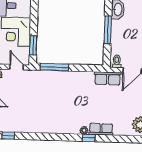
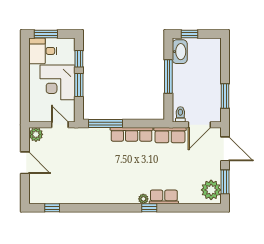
window: (34, 13) -> (79, 59), added
window: (33, 45) -> (79, 85), moved
row of seats: (76, 77) -> (132, 134), added

